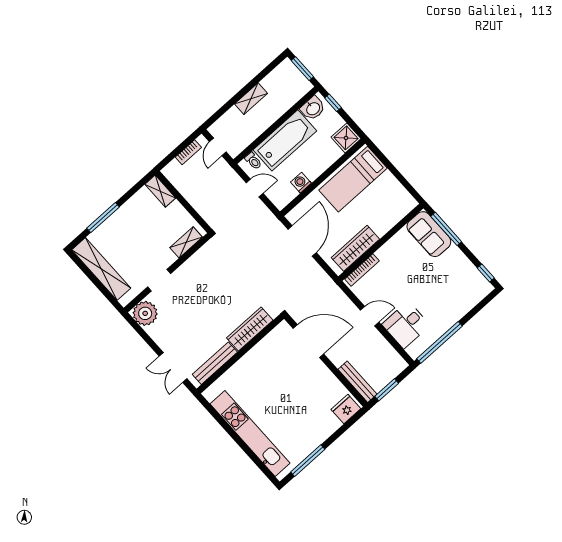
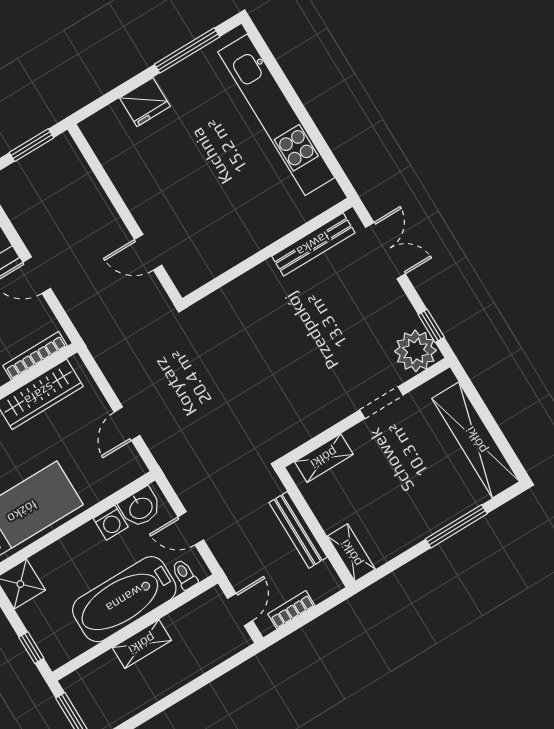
shelving: (251, 99) -> (142, 644), moved
washbasin: (313, 108) -> (140, 508), moved, turned 180
door: (302, 241) -> (127, 424), width x0.53
window: (139, 329) -> (431, 326), added
wardrobe: (250, 329) -> (244, 291), removed
door: (308, 341) -> (148, 252), width x0.53
bench: (357, 382) -> (298, 530), moved
fridge: (346, 409) -> (145, 102), moved

